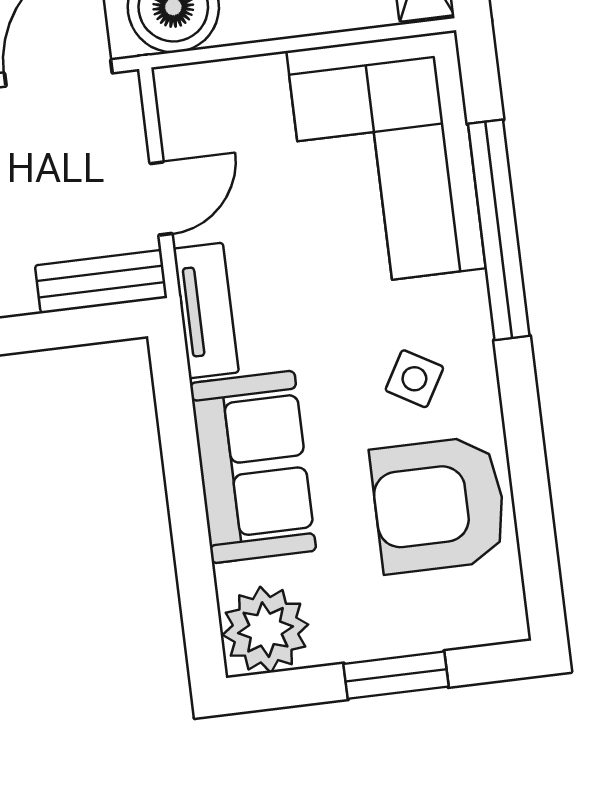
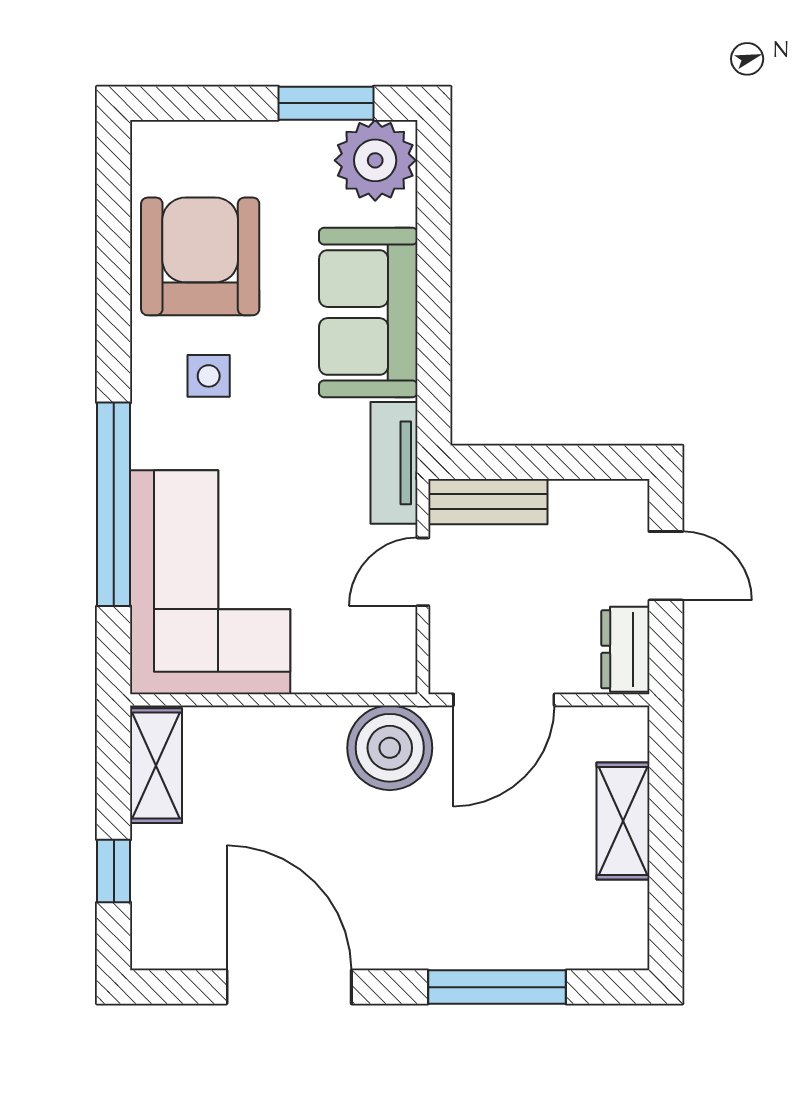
side table: (414, 379) -> (209, 376), turned -30
armchair: (439, 505) -> (200, 256), turned -90
window: (396, 675) -> (326, 103), moved

